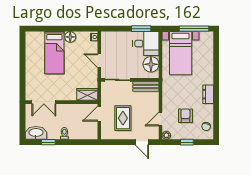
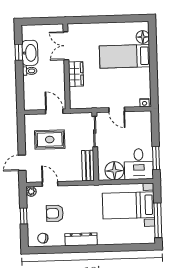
floor lamp: (70, 37) -> (143, 37), moved
door: (99, 61) -> (117, 110), swing flipped
wardrobe: (87, 94) -> (76, 74), moved
dresser: (208, 94) -> (81, 239), width x1.44
armchair: (185, 116) -> (55, 213), turned 180
washbasin: (36, 133) -> (30, 53), moved

